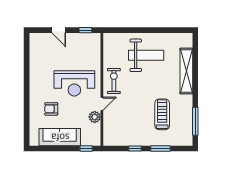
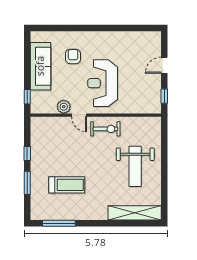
shelving: (186, 71) -> (135, 213), moved

